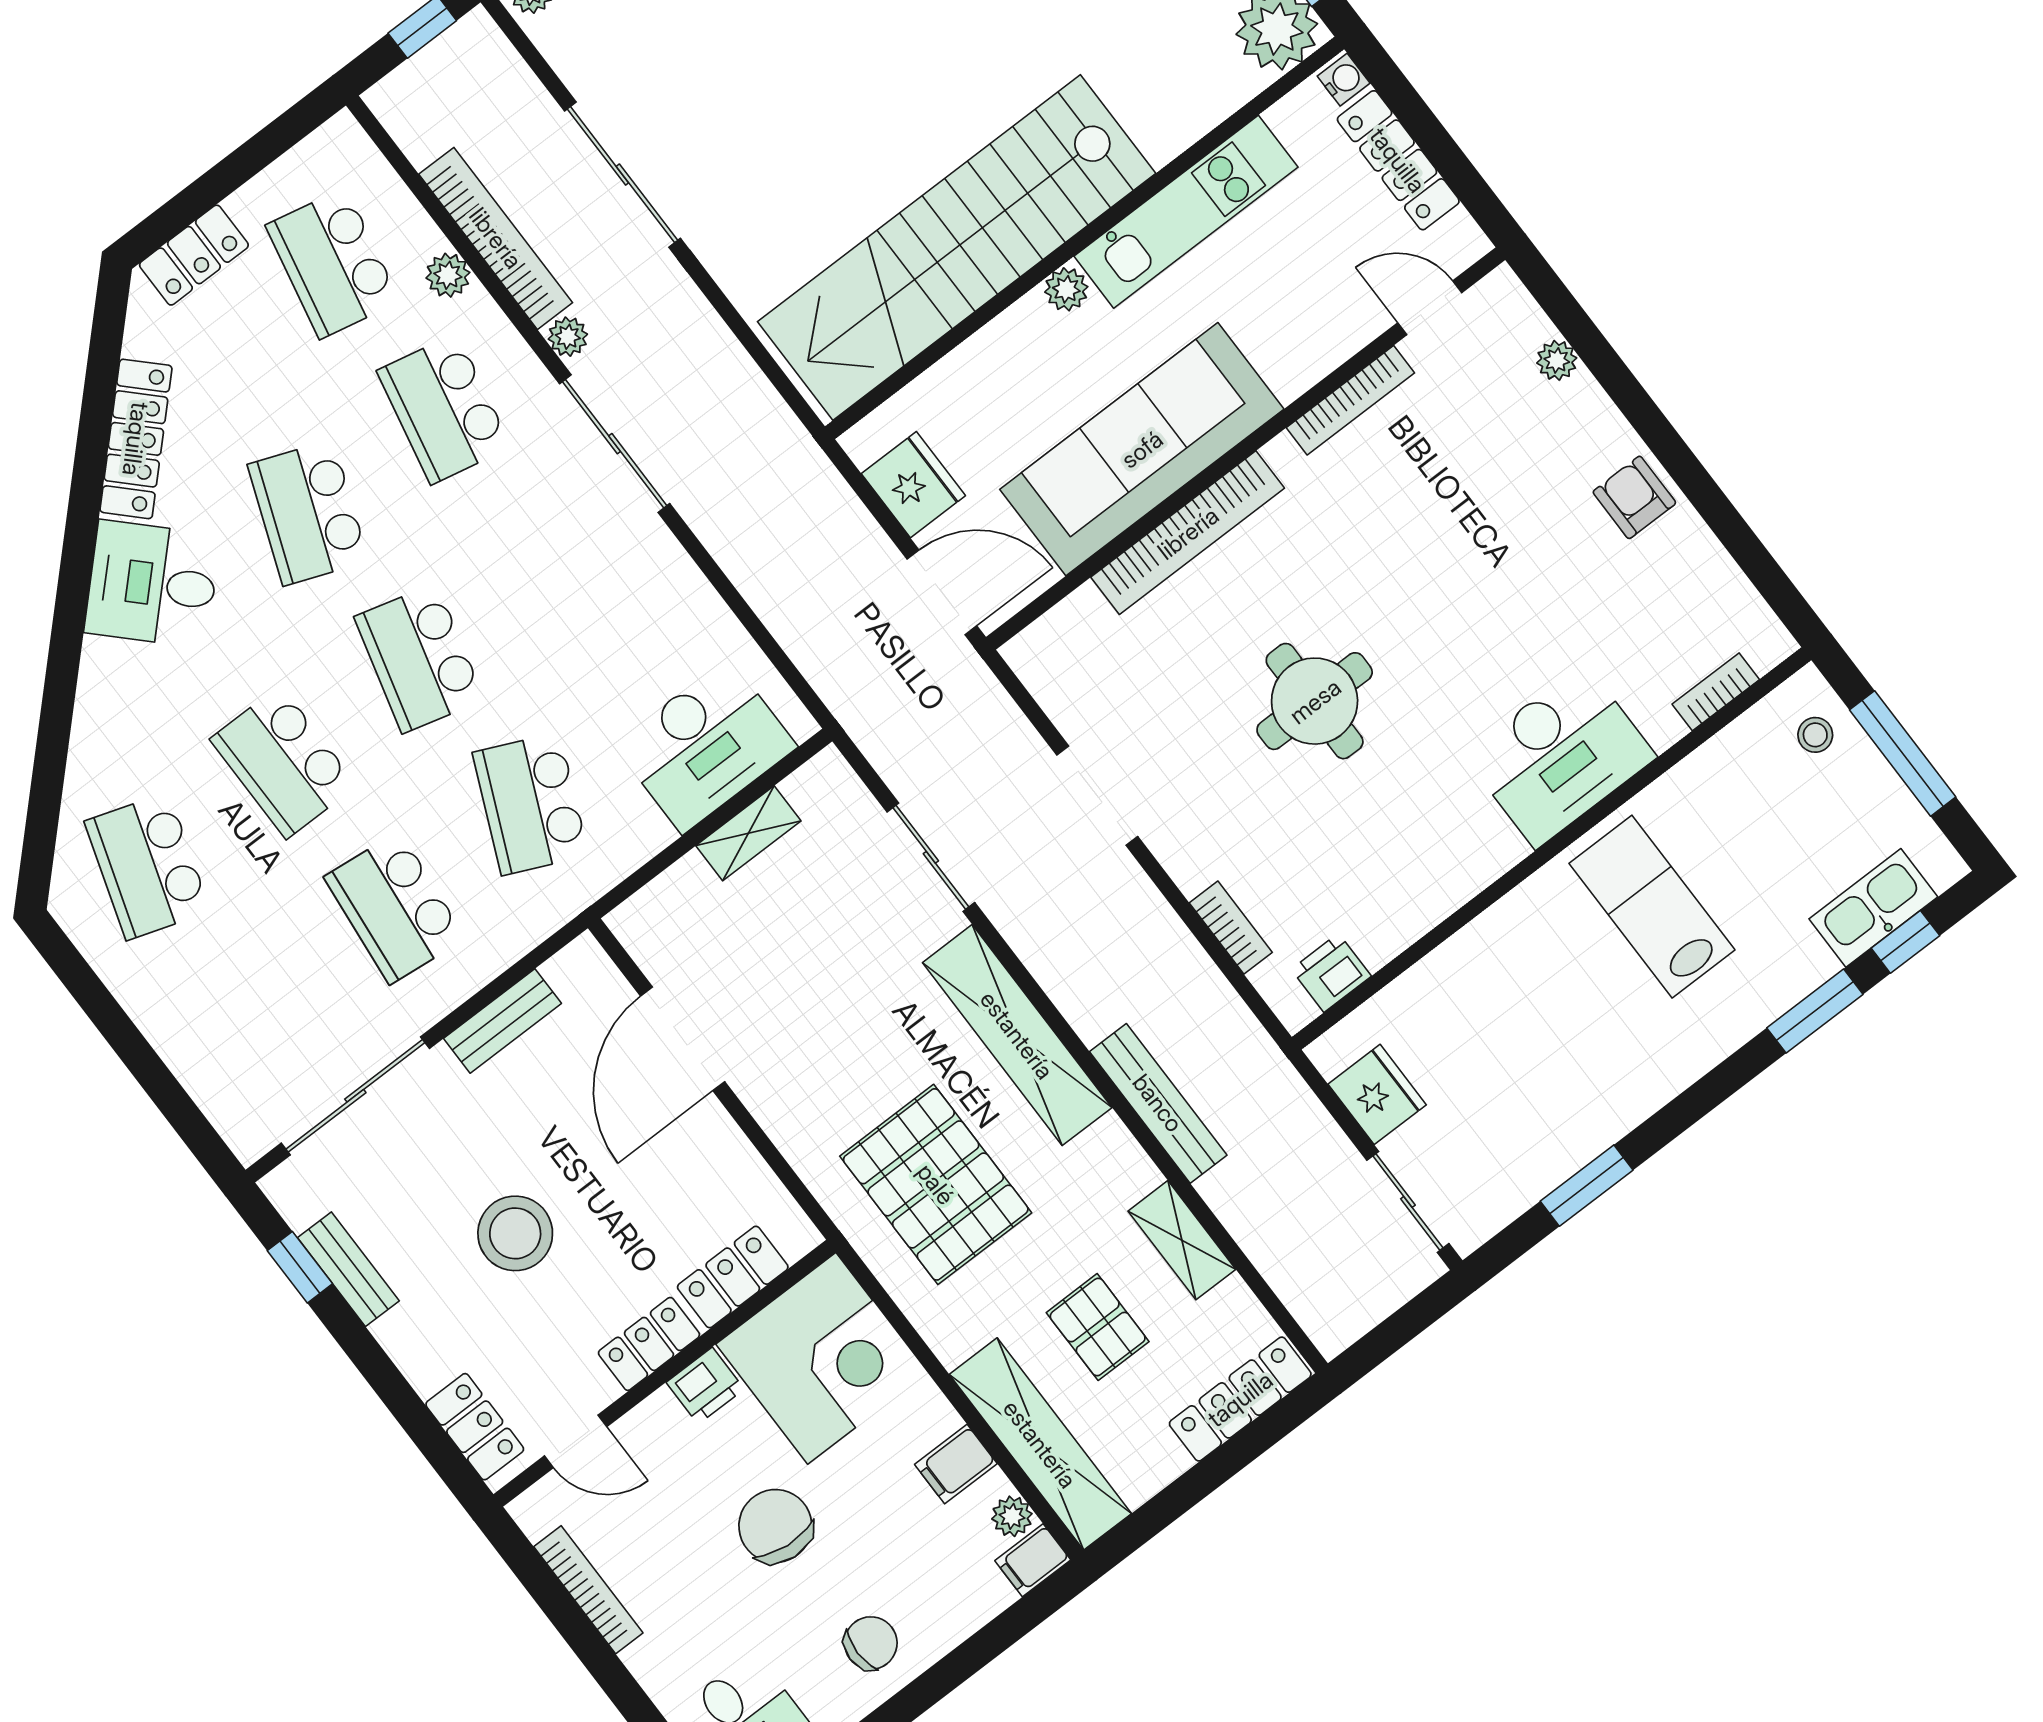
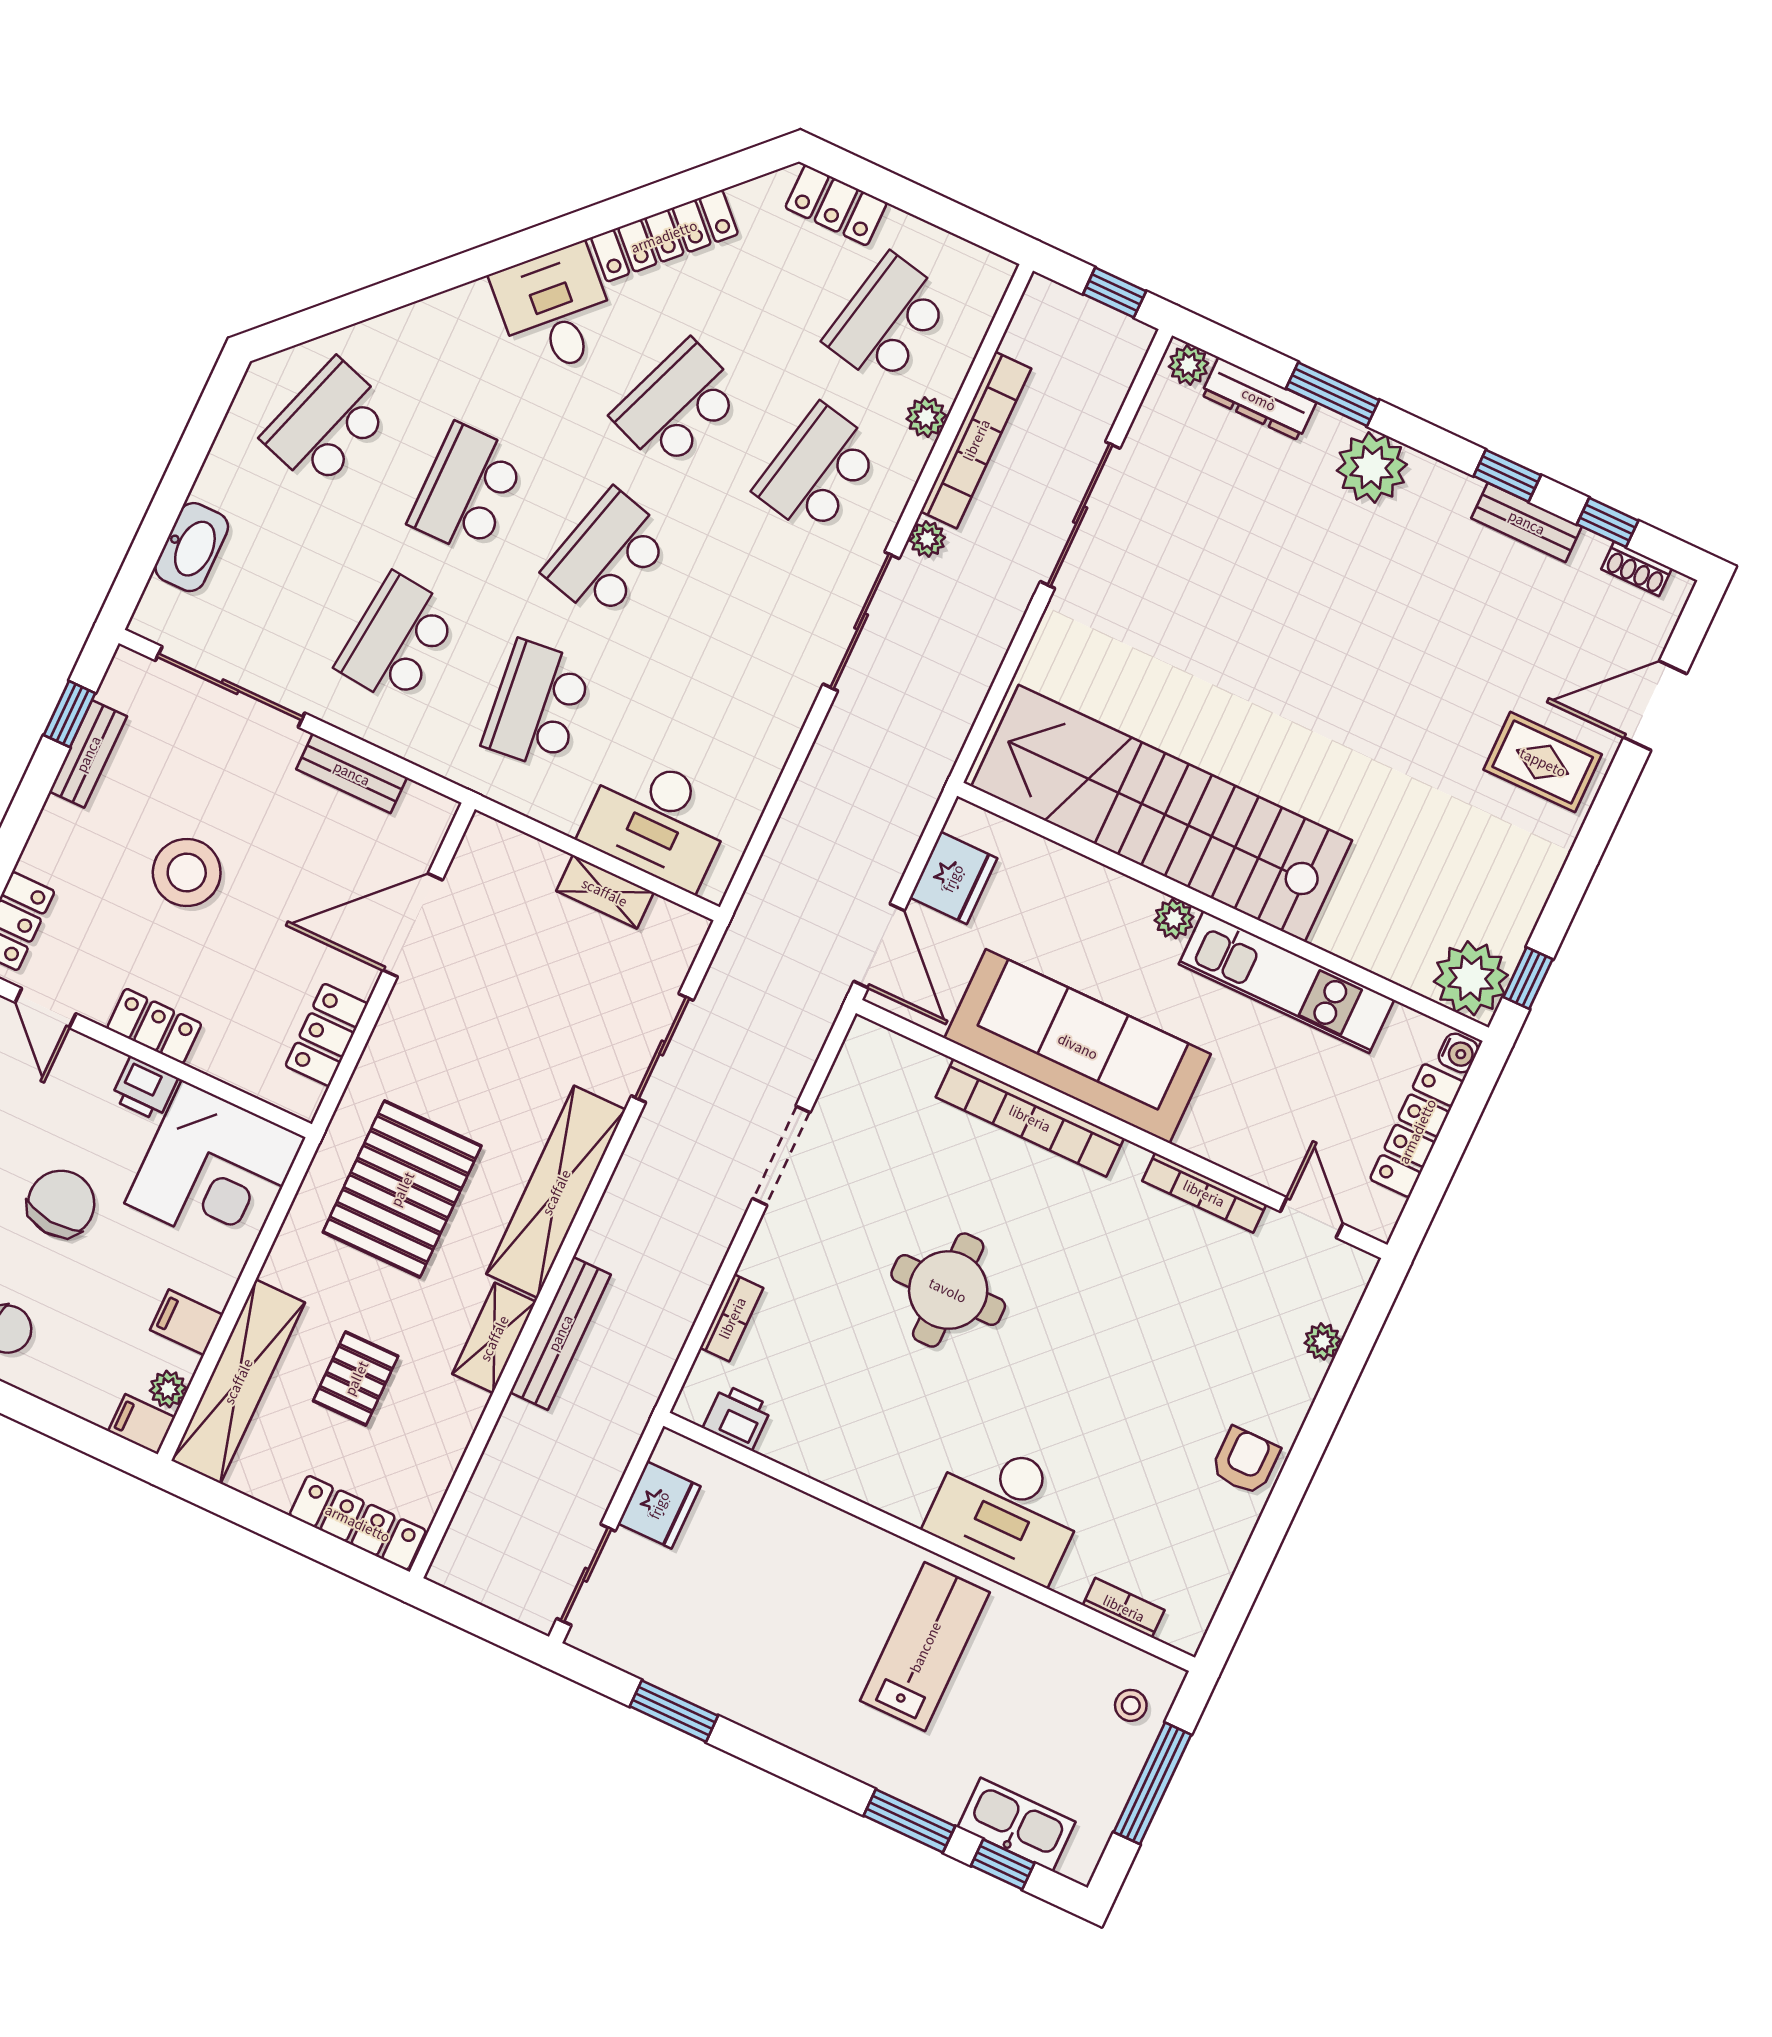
school desk: (531, 804) -> (537, 705), turned -30
washbasin: (199, 1062) -> (192, 547), added
shelving: (1182, 1240) -> (494, 1338), moved
locker: (733, 1277) -> (327, 1035), moved, turned -90

